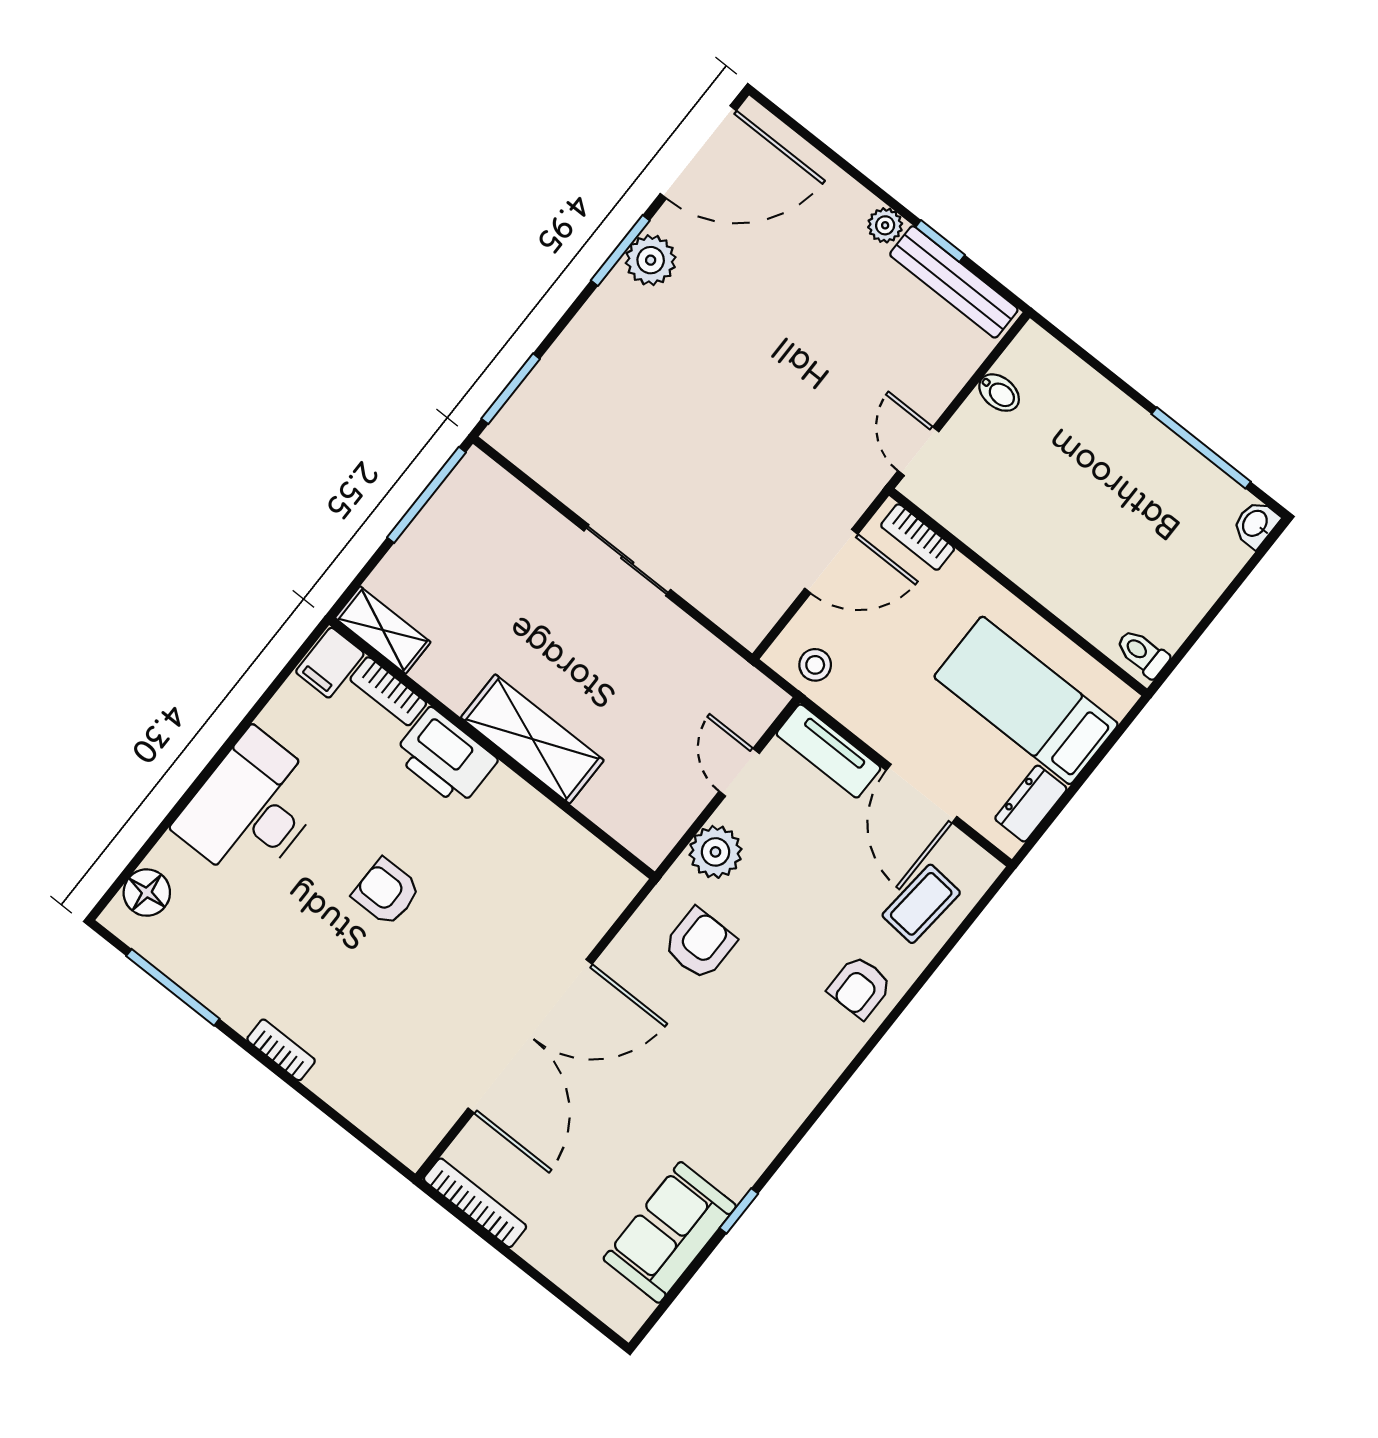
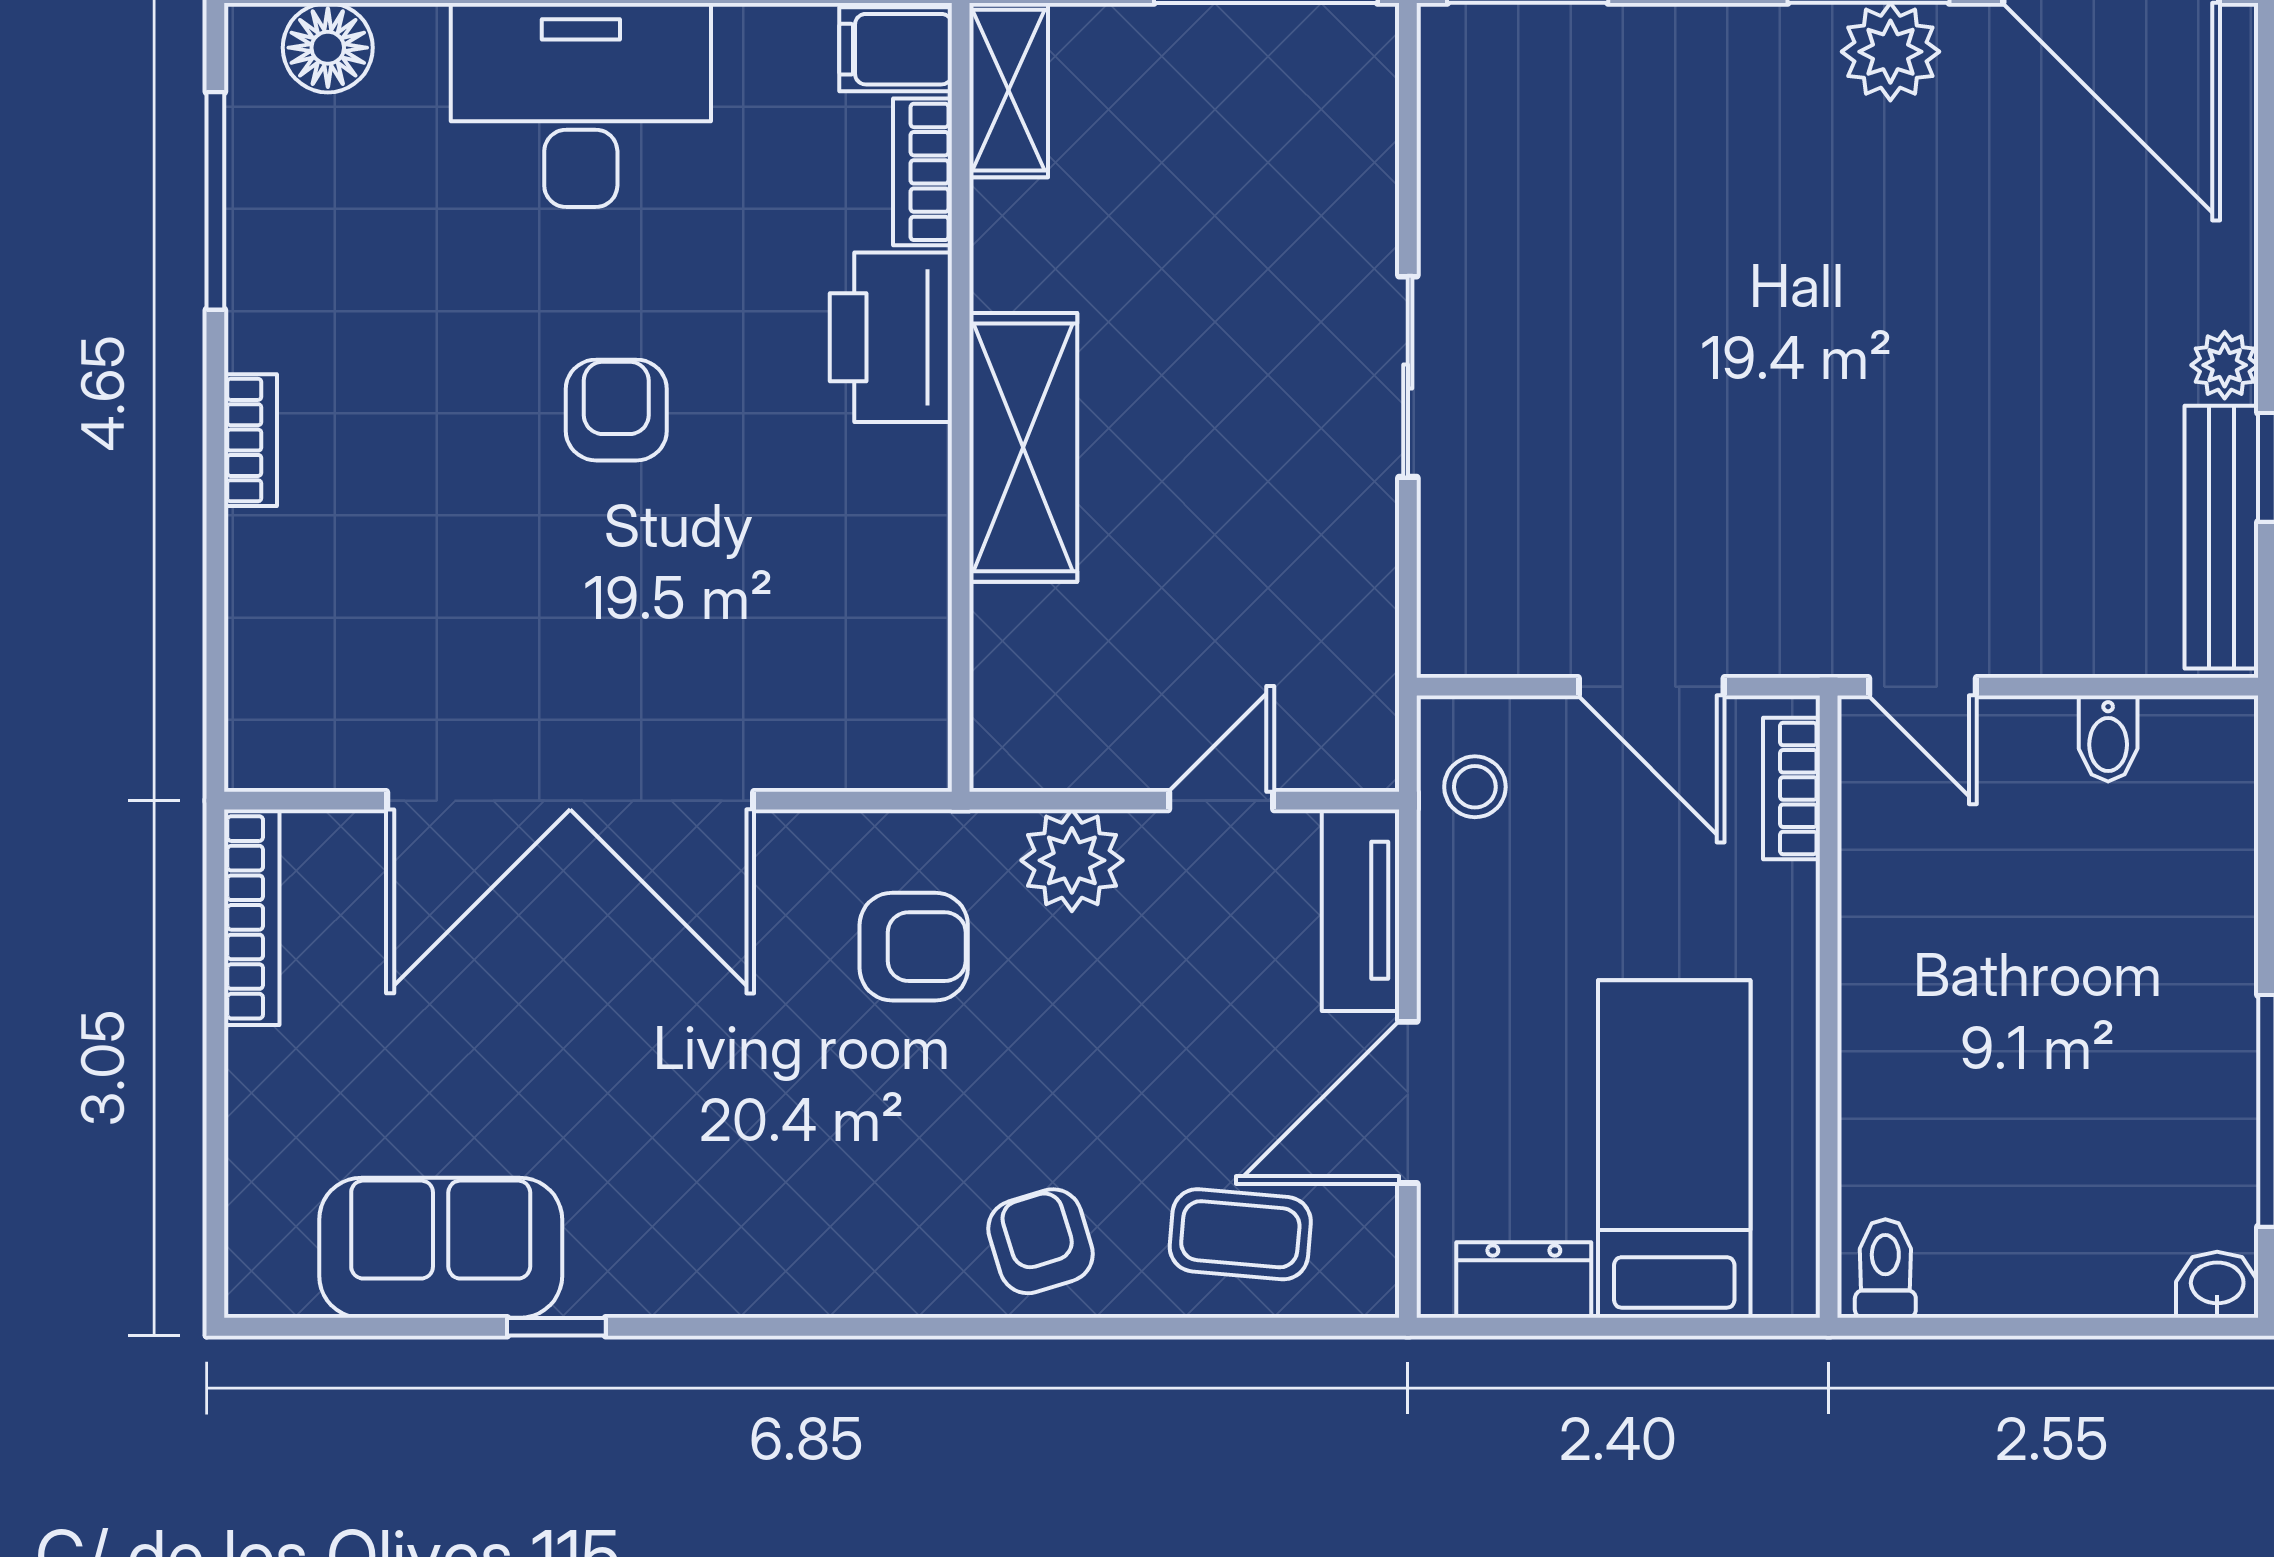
door: (918, 451) -> (1923, 687), swing flipped
armchair: (860, 987) -> (1040, 1241), turned 73

